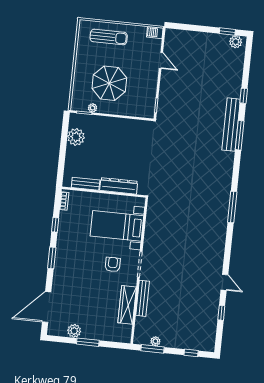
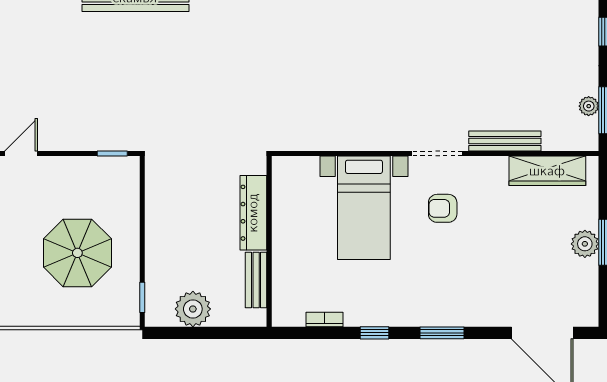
plant: (93, 108) -> (131, 282), removed
bench: (86, 184) -> (256, 280), moved
dresser: (119, 186) -> (253, 213), moved
wall: (104, 192) -> (269, 241), moved
wardrobe: (127, 305) -> (547, 171), moved
plant: (74, 331) -> (585, 244), moved

